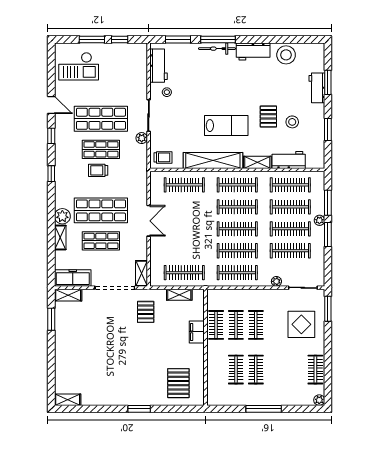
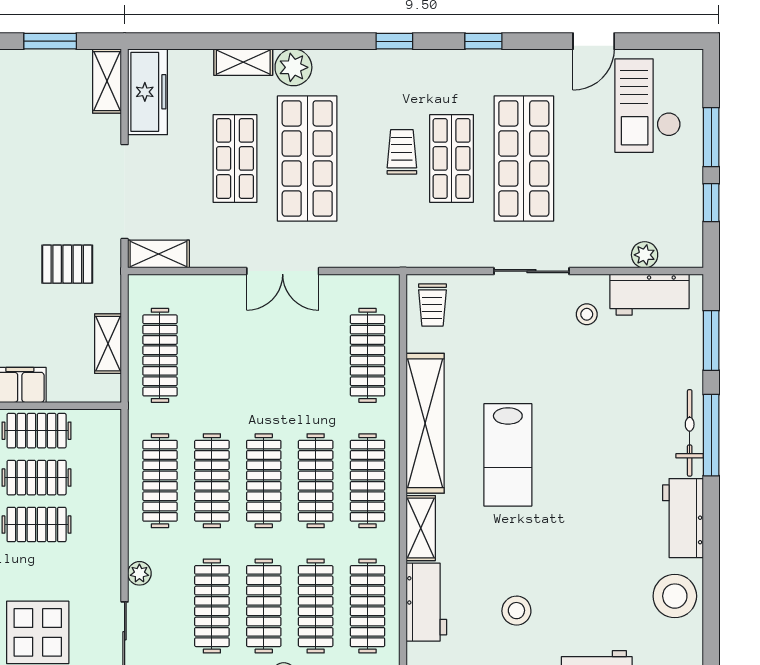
door: (51, 105) -> (594, 41), moved
pallet: (268, 116) -> (529, 554), removed
plant: (142, 138) -> (645, 255), moved

